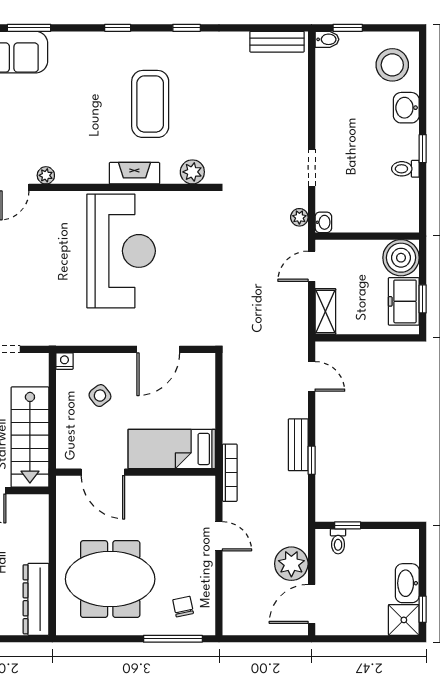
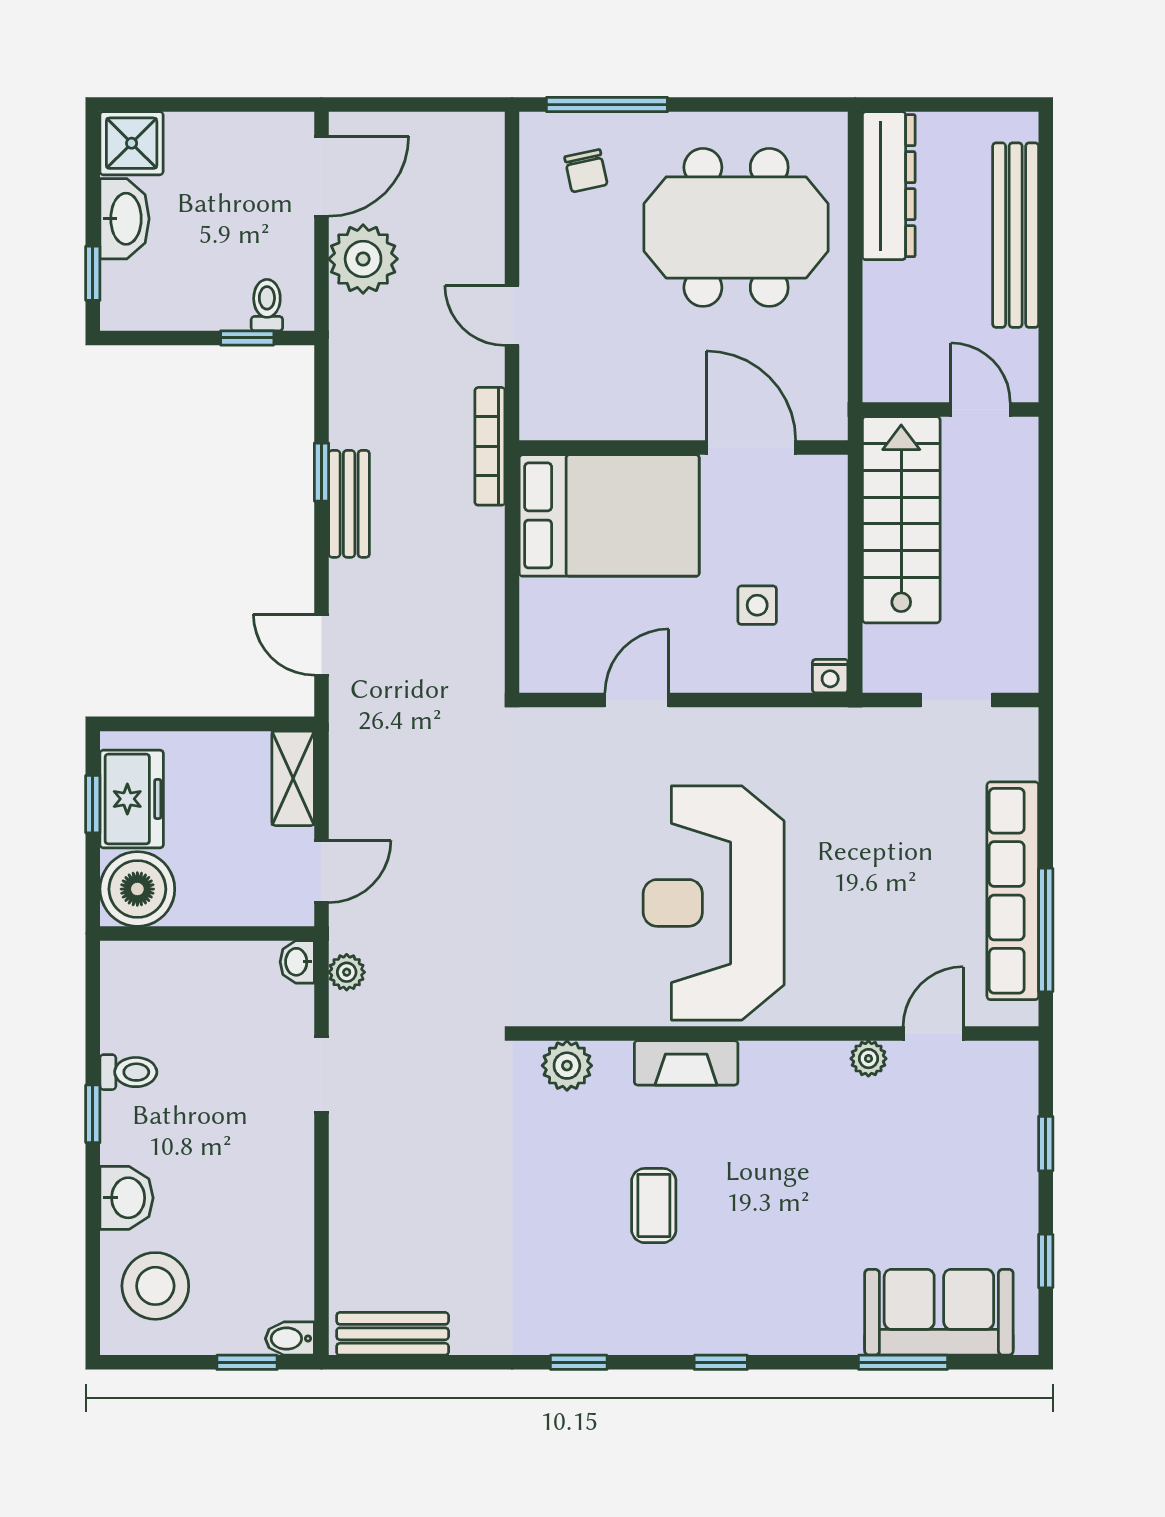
coffee table: (150, 104) -> (654, 1206), width x0.54, depth x0.58
door: (158, 349) -> (637, 700), width x0.73
side table: (100, 396) -> (757, 605), turned 38
bed: (172, 449) -> (609, 515), width x1.50
window: (423, 609) -> (93, 273), moved

